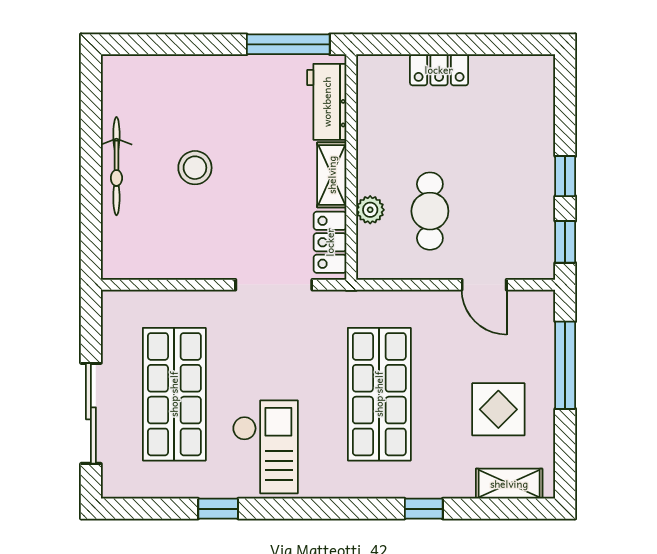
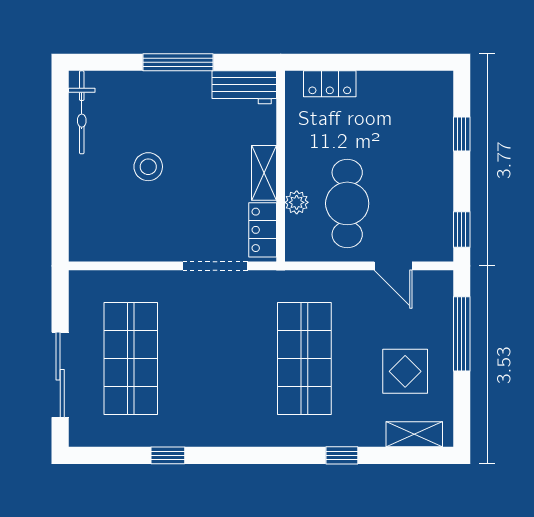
window: (288, 44) -> (178, 62), moved
locker: (439, 70) -> (330, 84), moved
workbench: (327, 102) -> (244, 87), moved, turned -90
bicycle: (116, 166) -> (82, 112), moved
window: (565, 176) -> (462, 134), moved
cafe table: (430, 211) -> (347, 203), width x1.37, depth x1.35
checkout: (265, 447) -> (208, 403), removed

